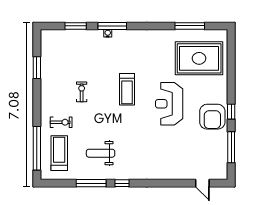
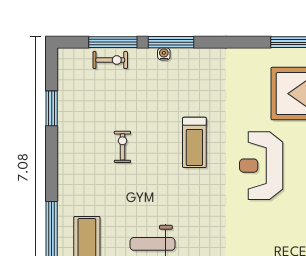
window: (76, 26) -> (113, 42), width x1.44
exercise bike: (61, 122) -> (110, 60), moved

